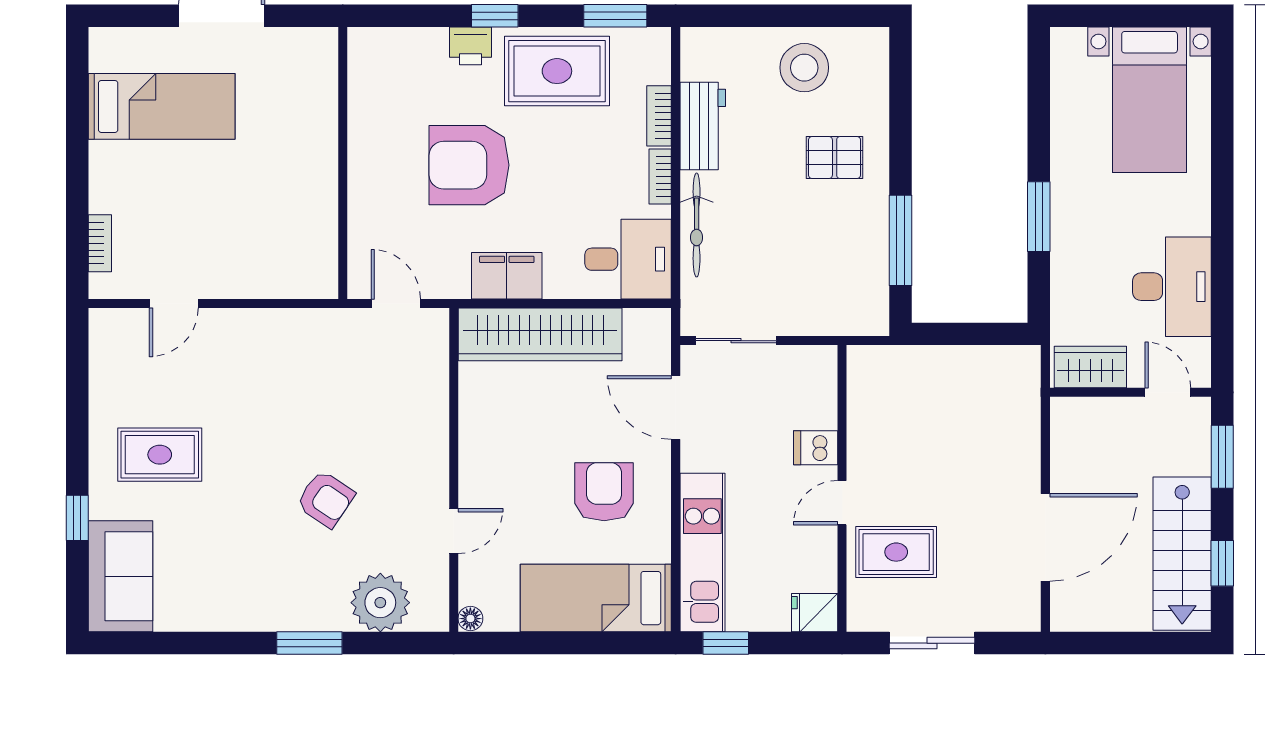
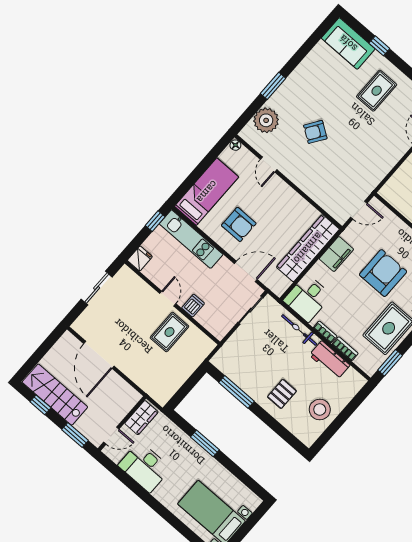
rug: (896, 552) -> (169, 332), moved

